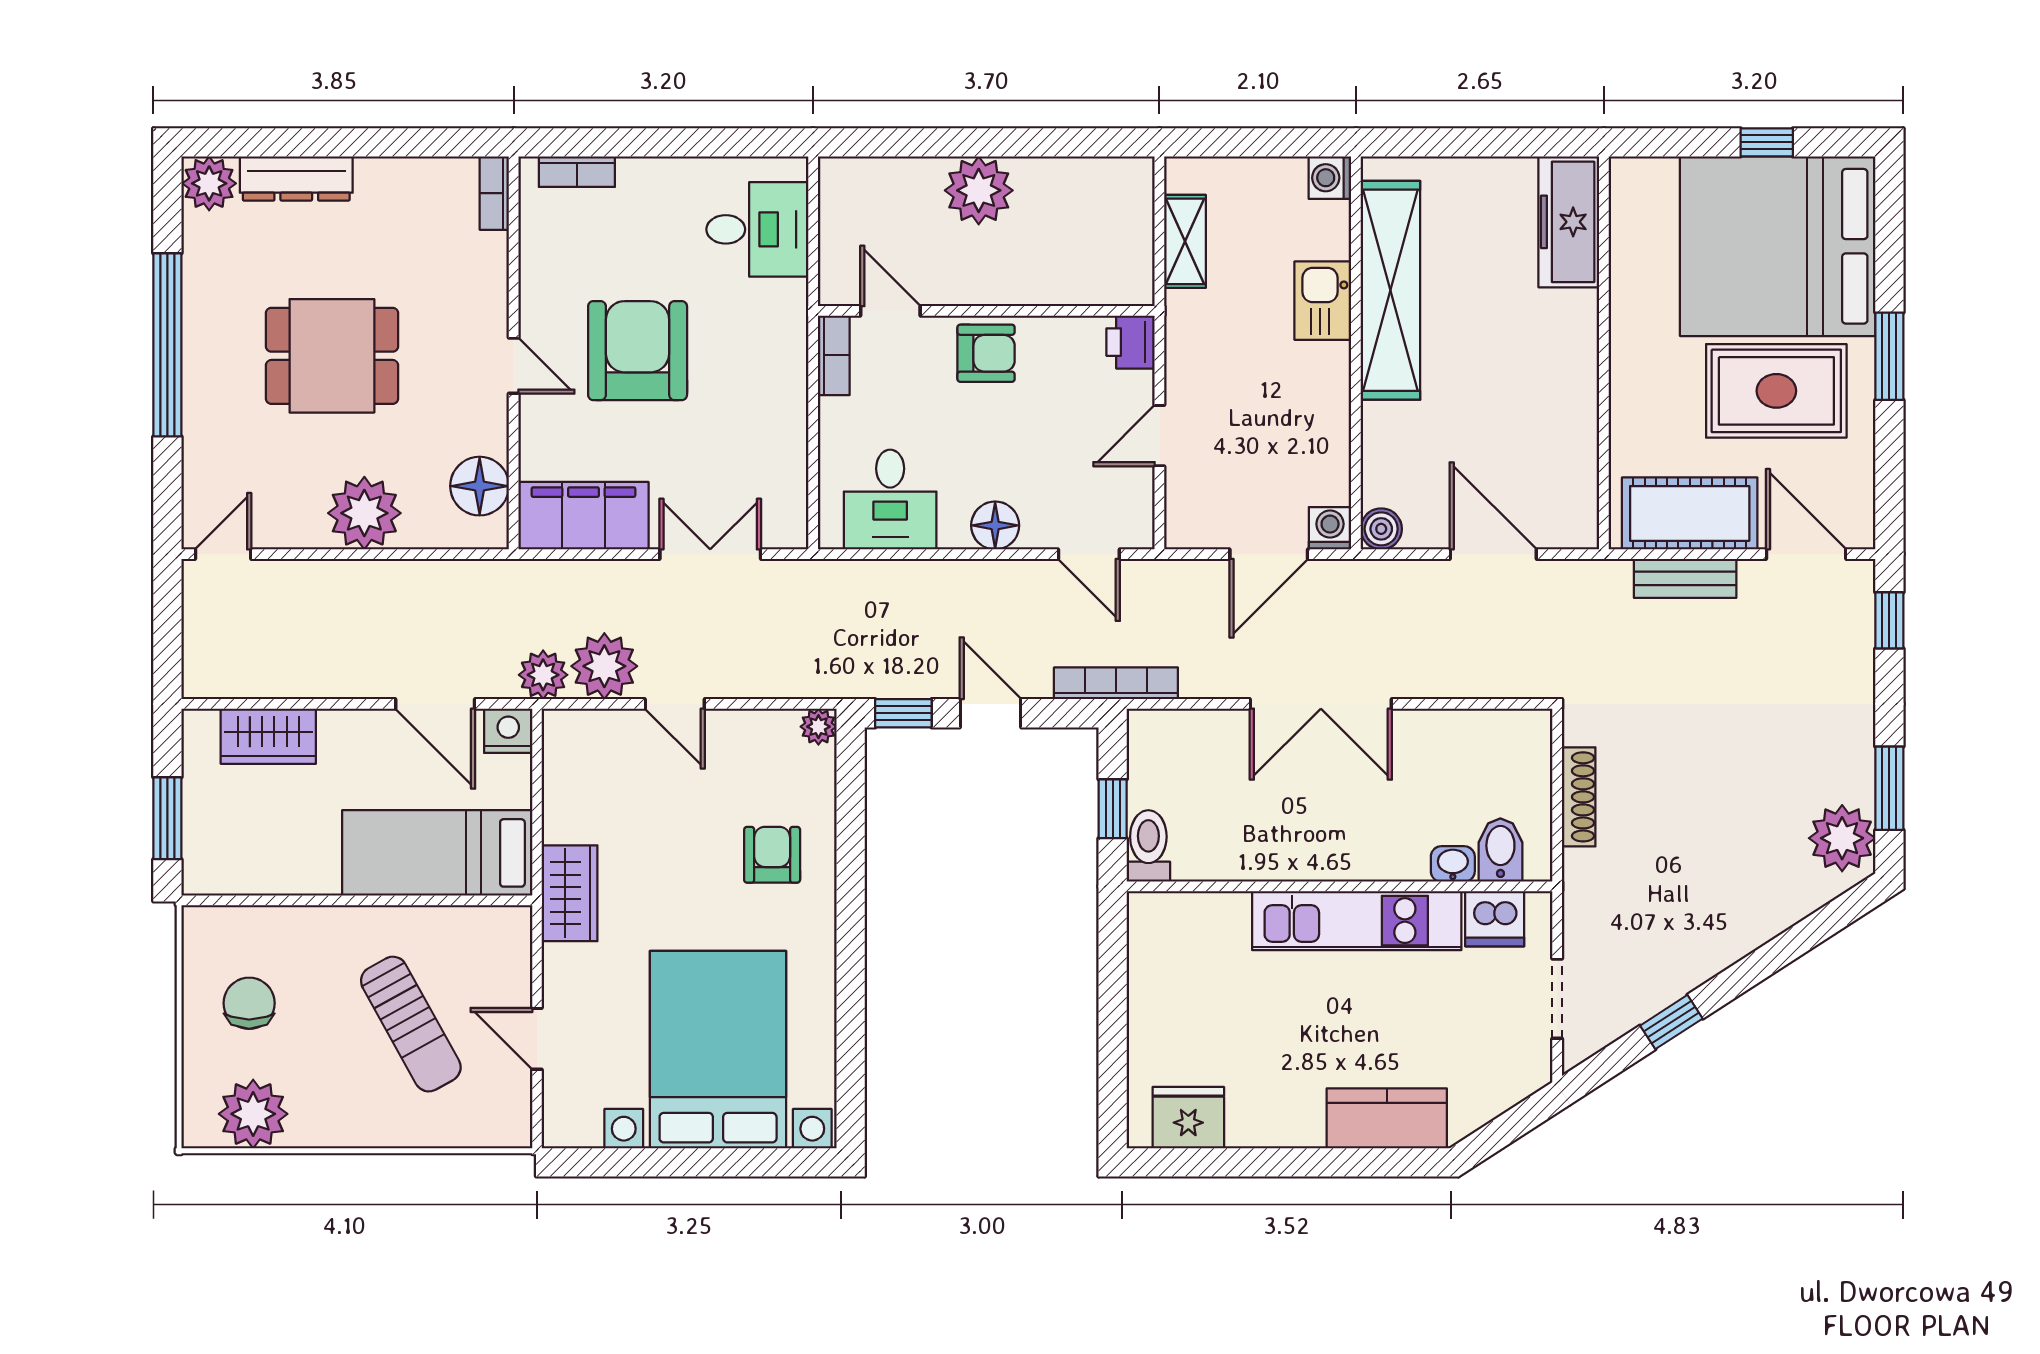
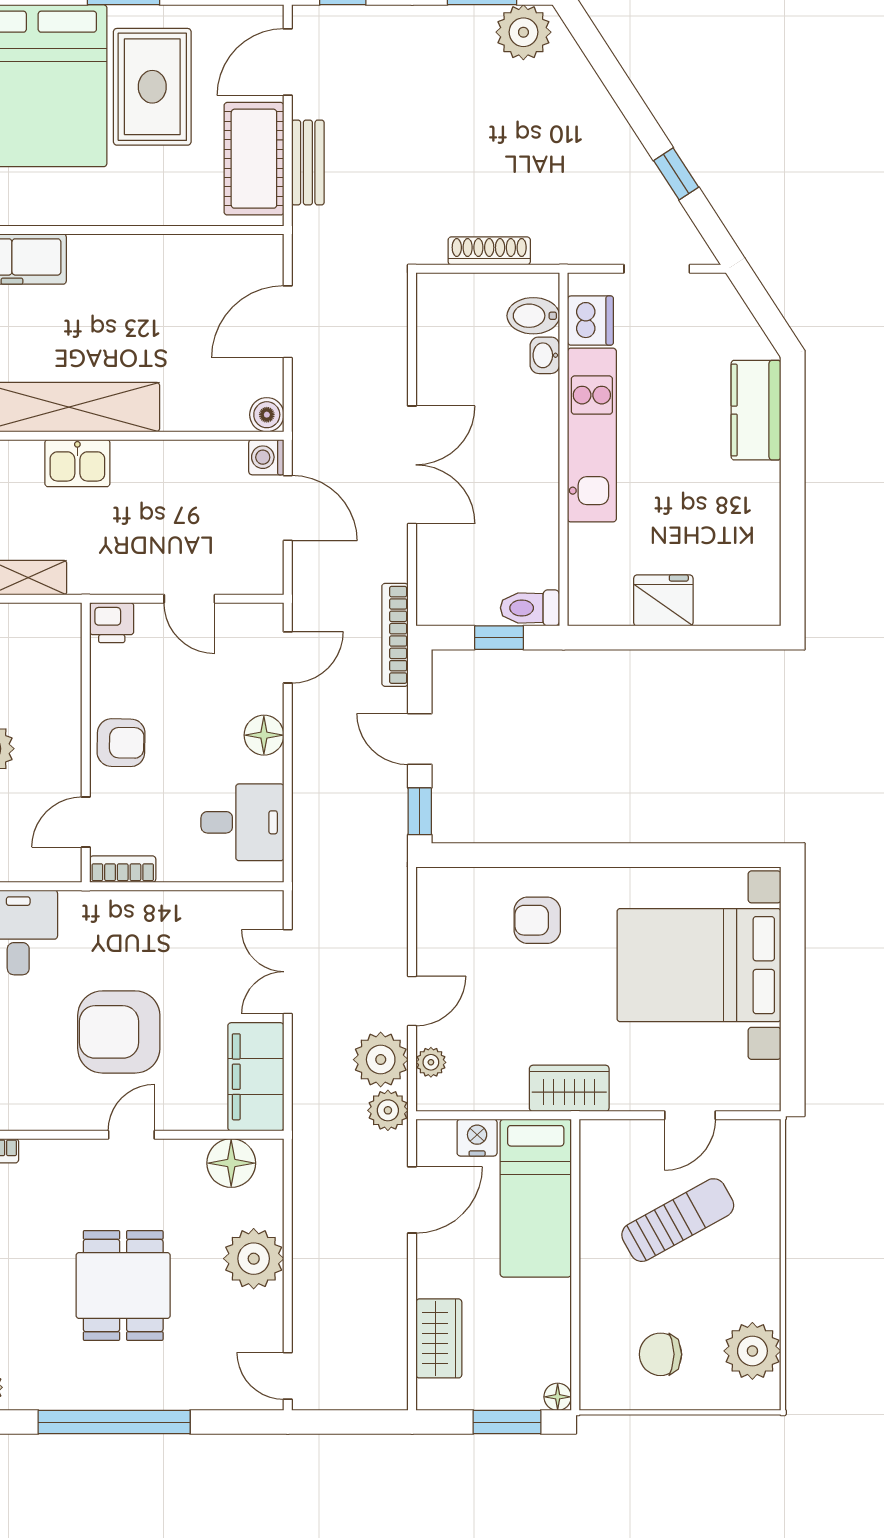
armchair: (986, 353) -> (121, 743), turned 91
door: (990, 713) -> (420, 739), hinge flipped
plant: (818, 727) -> (431, 1062), moved
nightstand: (508, 731) -> (477, 1138), moved, turned 90
floor lamp: (198, 879) -> (558, 1397), added
fridge: (1188, 1118) -> (663, 600), moved, turned 90

